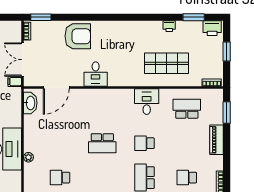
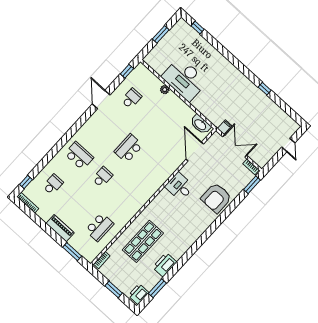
printer: (169, 26) -> (165, 265), width x1.87, depth x1.48
desk: (147, 102) -> (129, 204), removed

